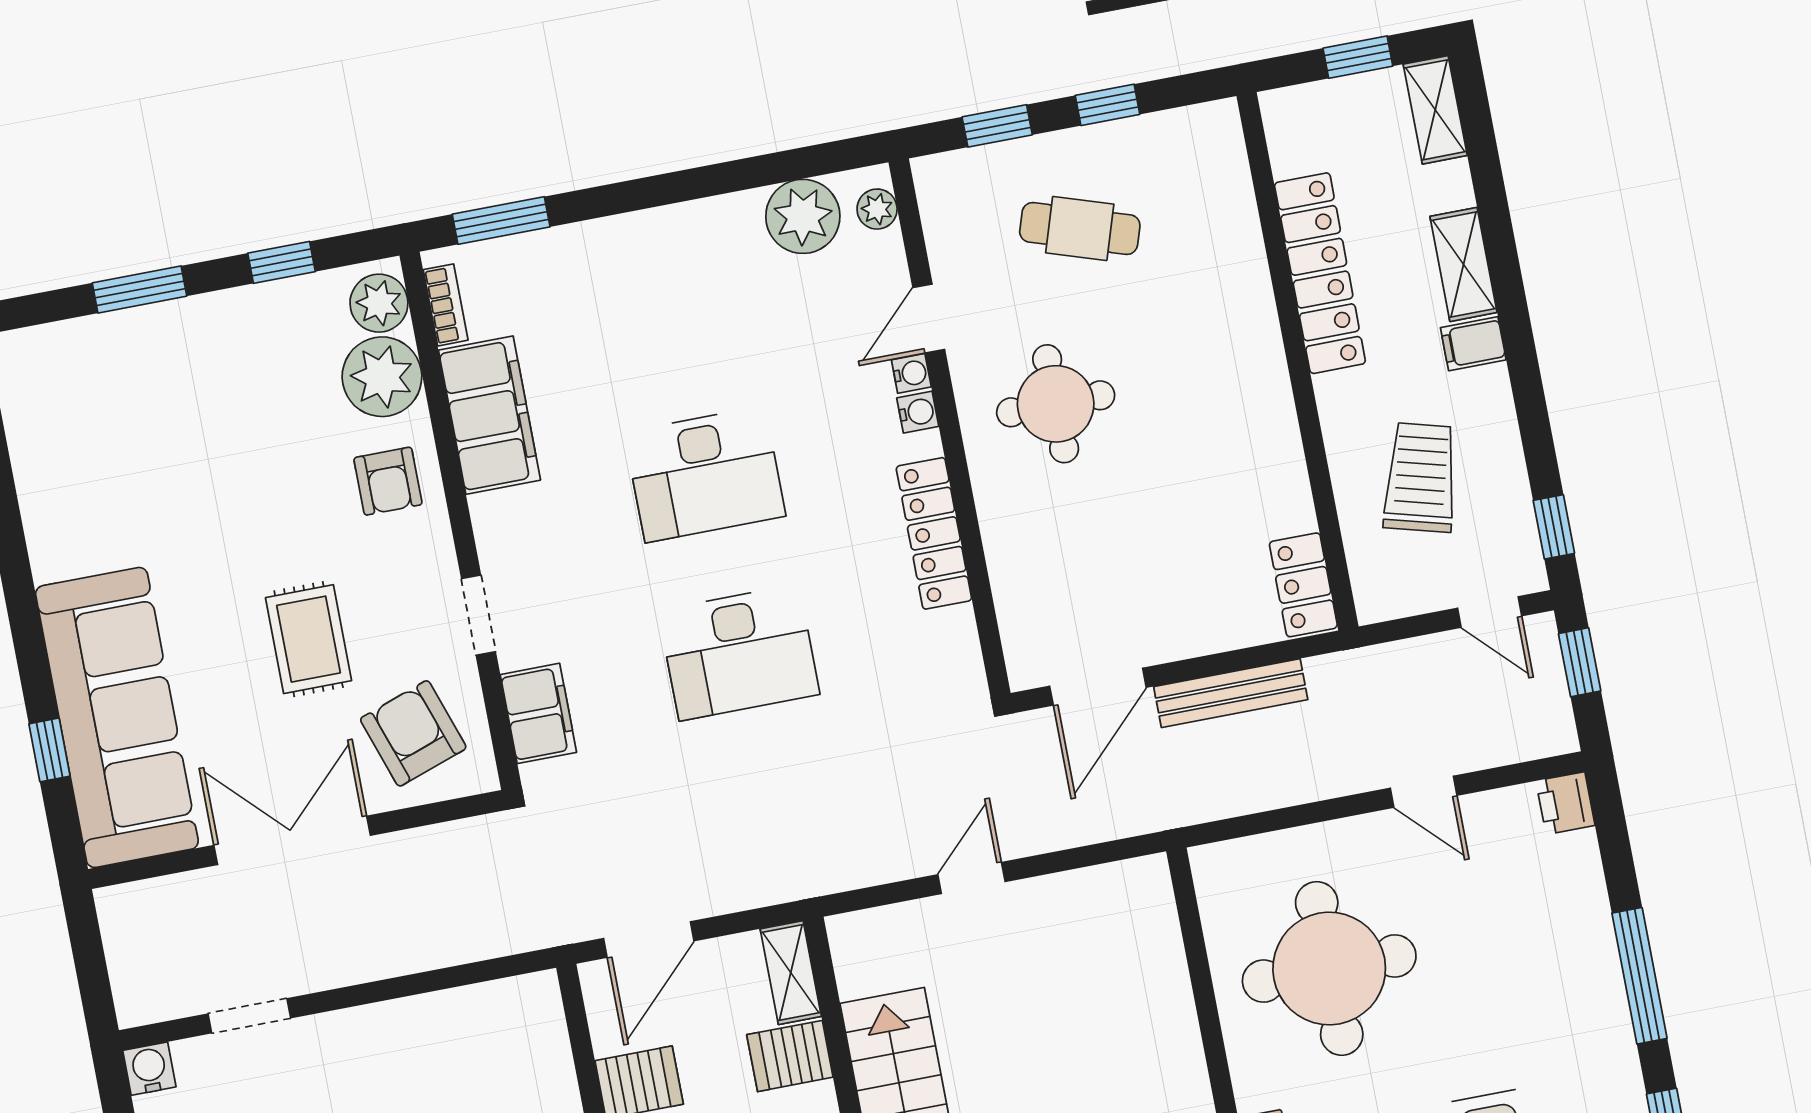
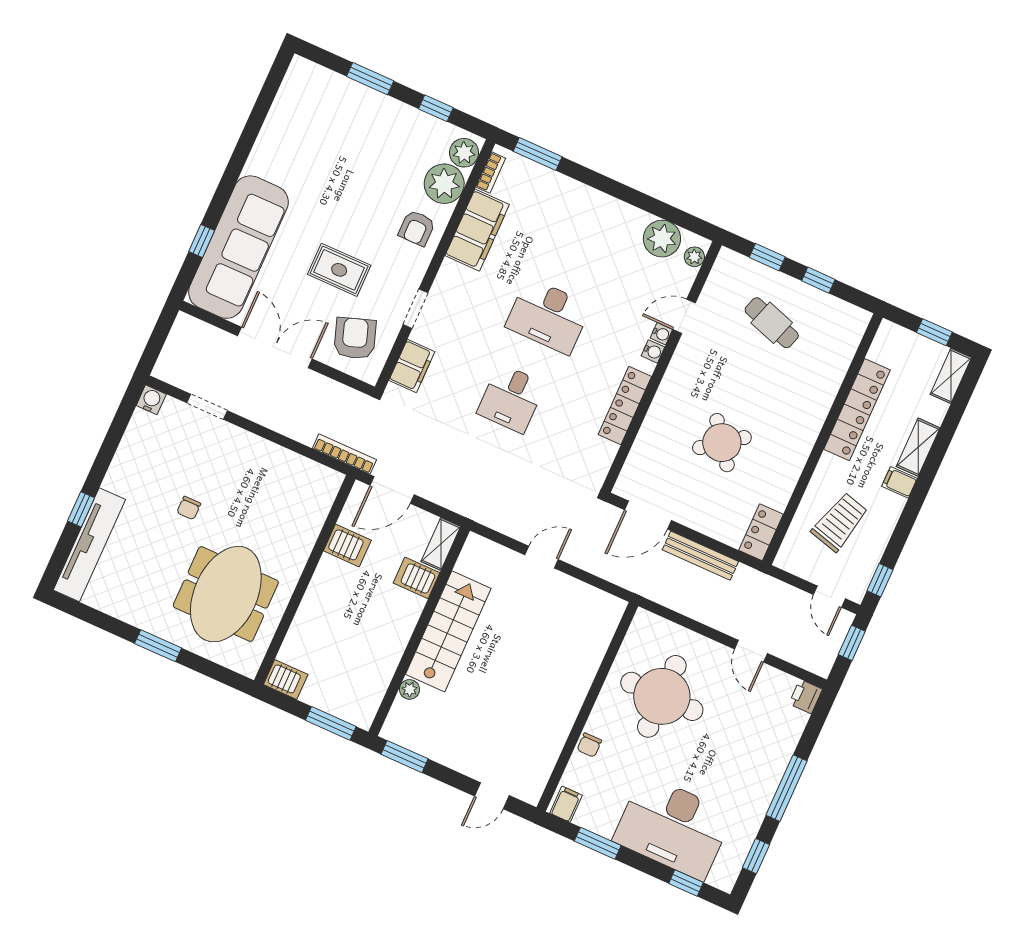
round table: (1056, 404) -> (722, 443), moved, turned -37
rug: (309, 639) -> (339, 270), turned 90
desk: (739, 652) -> (511, 398), width x0.73
bookcase: (529, 935) -> (344, 454), added

